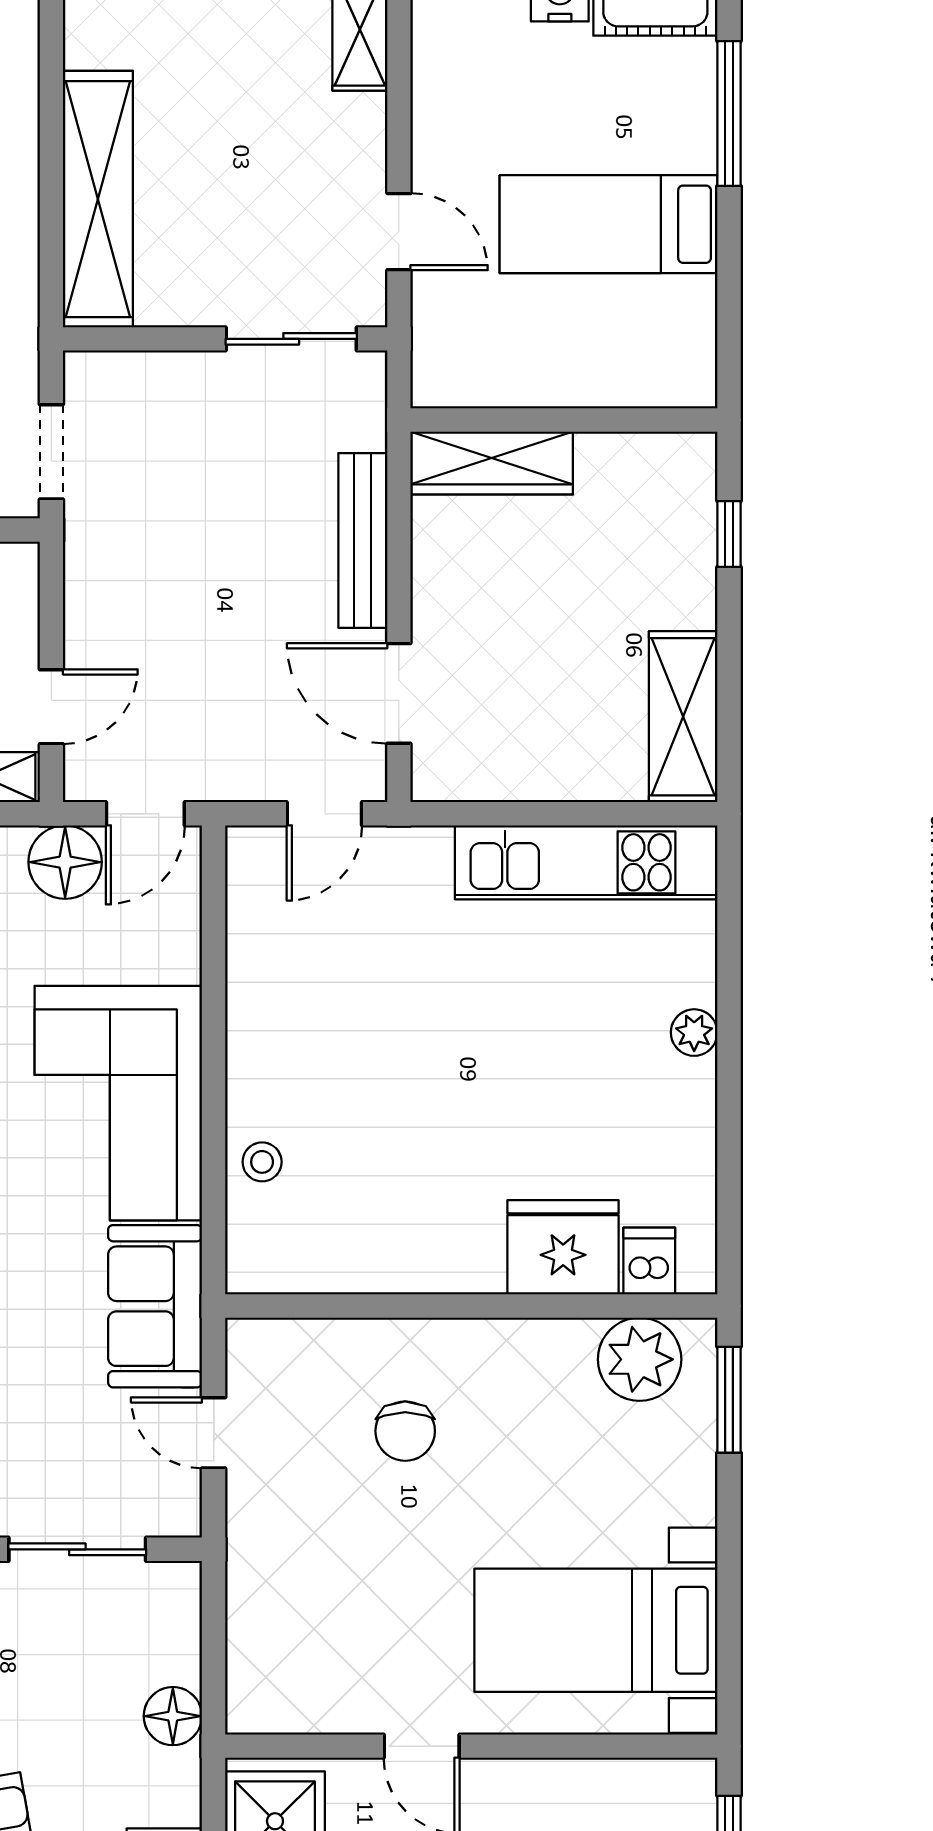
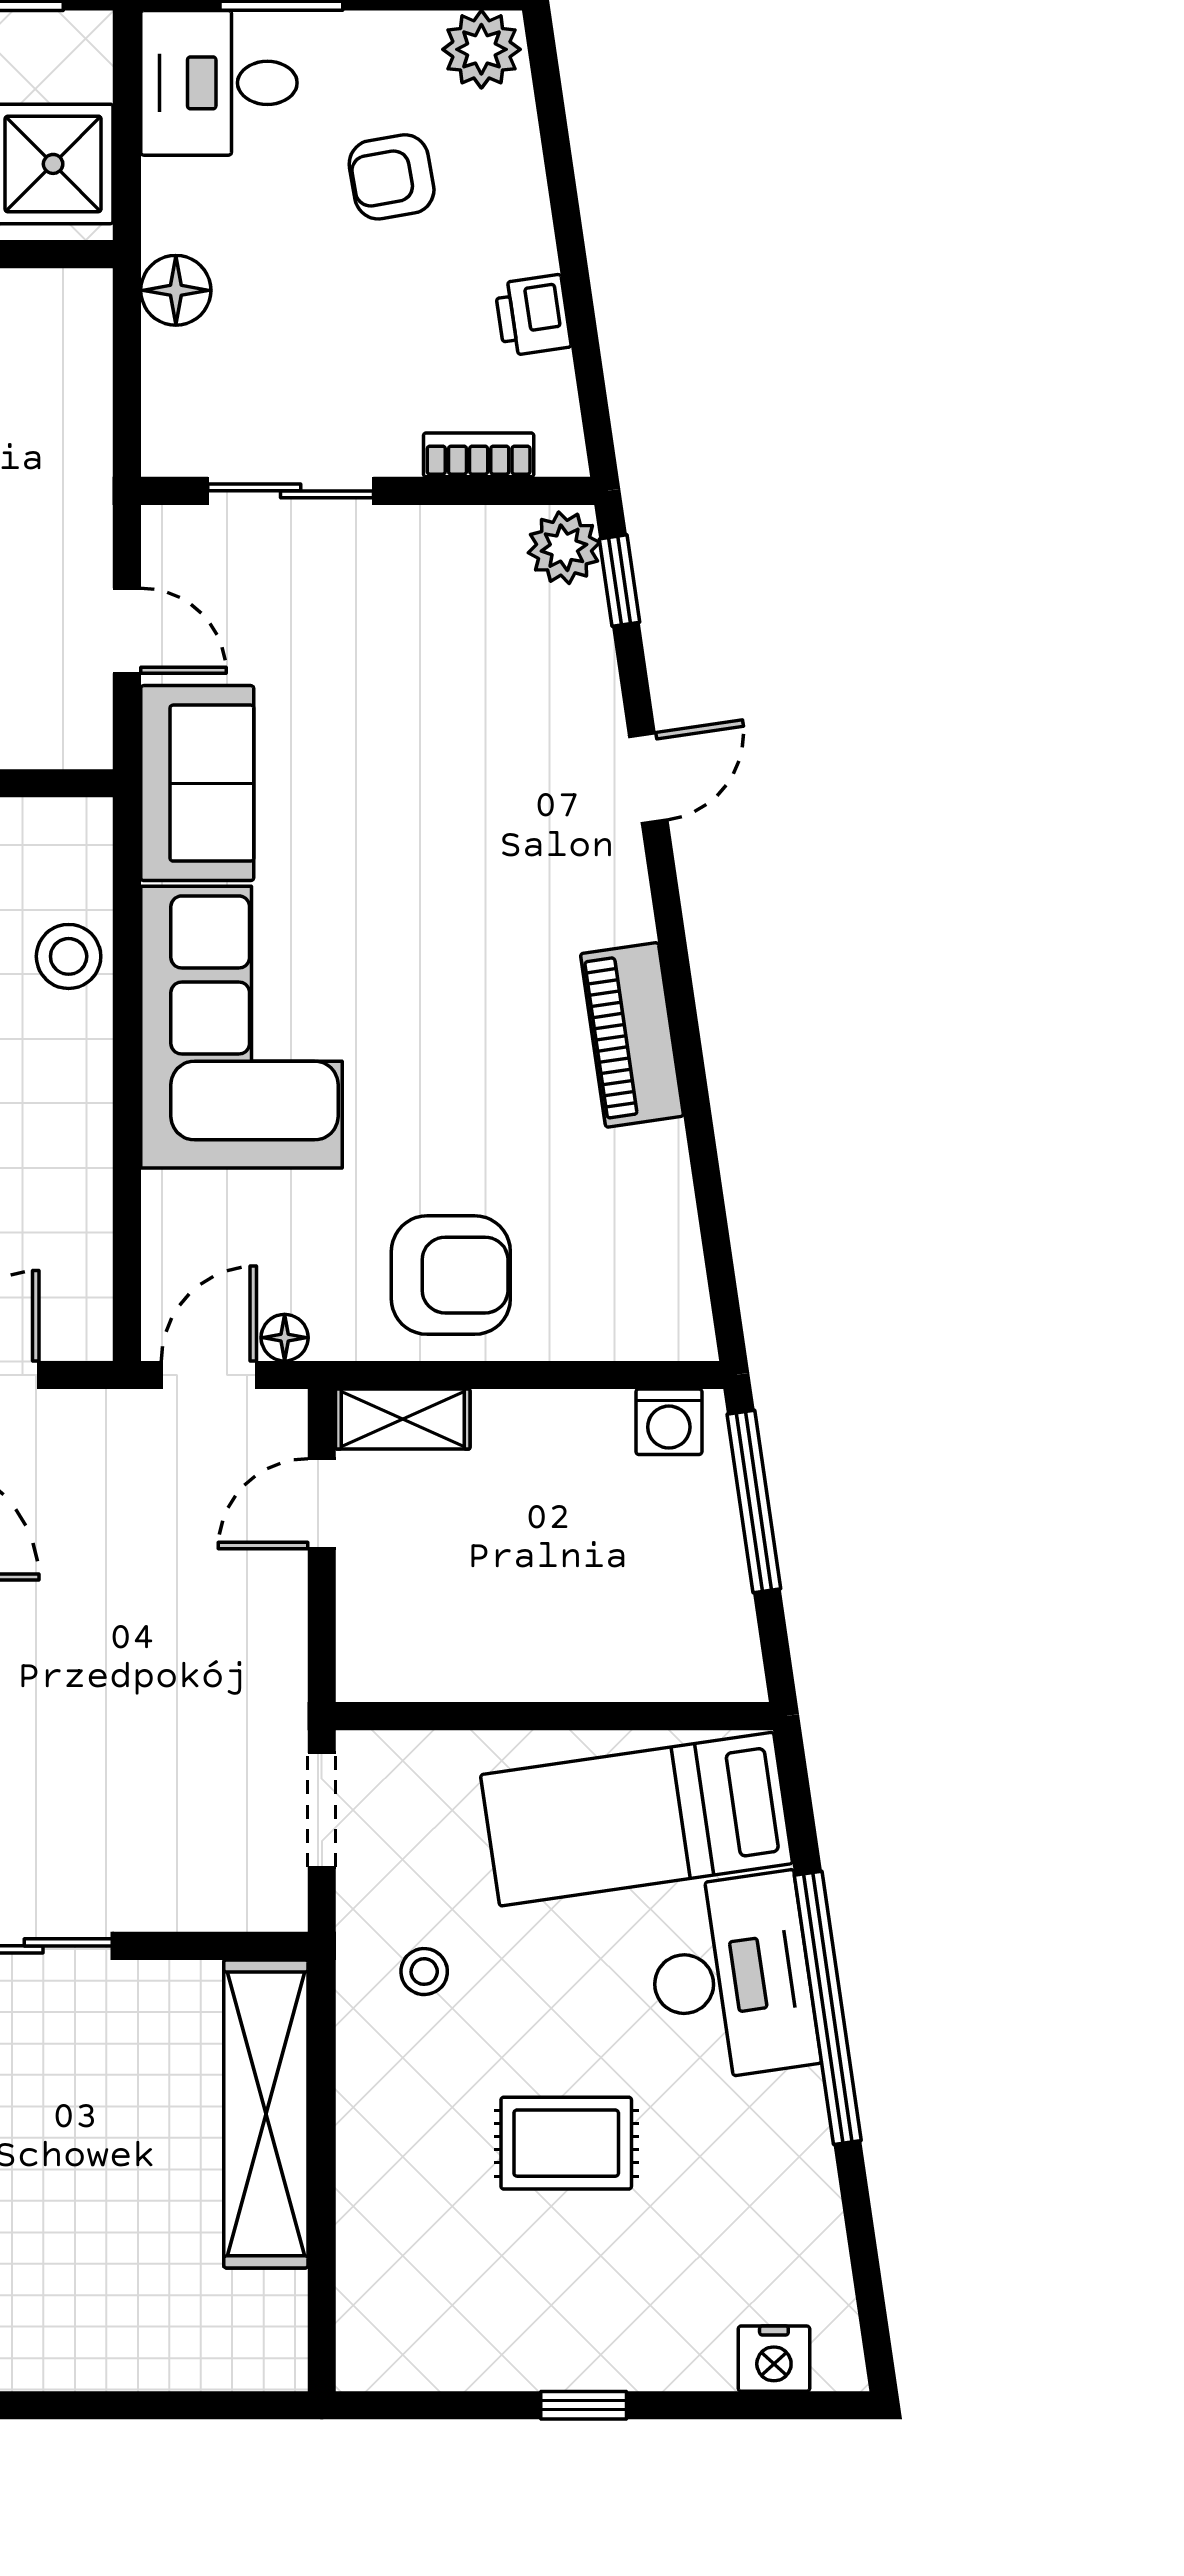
floor lamp: (65, 862) -> (285, 1338), width x0.53, depth x0.53
stool: (262, 1162) -> (69, 956), width x1.37, depth x1.37

